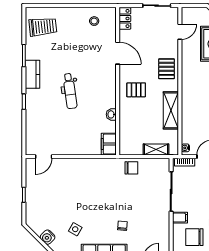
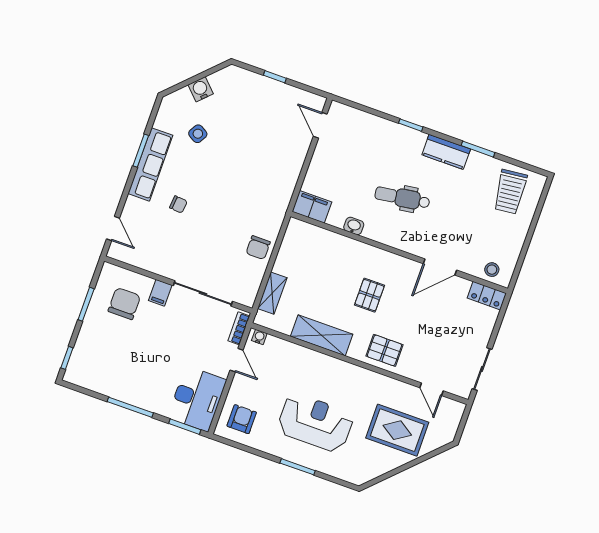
locker: (125, 18) -> (487, 296), moved
door: (118, 53) -> (440, 267), moved
wall: (118, 81) -> (399, 252), moved
washbasin: (111, 114) -> (354, 226), moved
filing cabinet: (109, 144) -> (312, 207), moved

